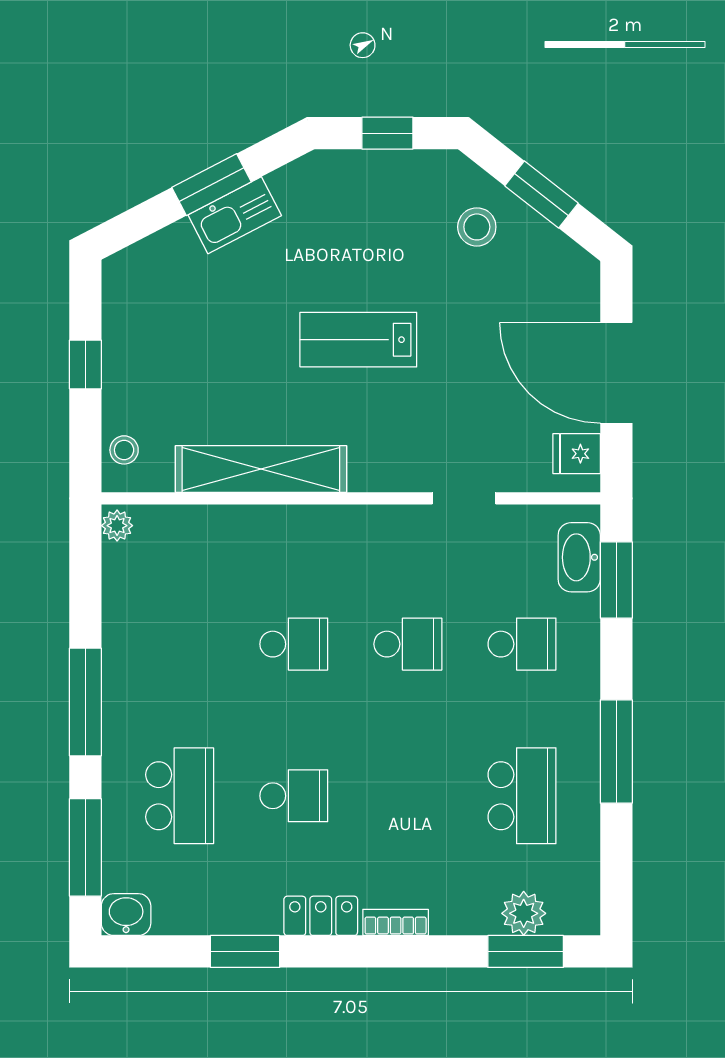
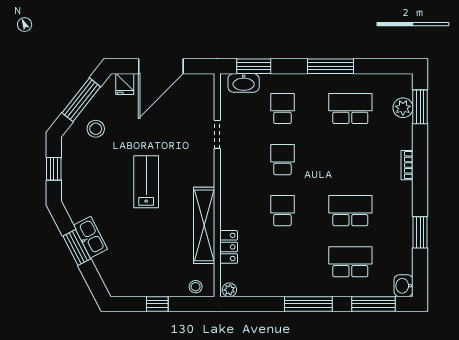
window: (541, 194) -> (81, 100), width x1.44
lab bench: (358, 340) -> (146, 182), turned 180
fridge: (577, 454) -> (125, 84), moved
school desk: (294, 796) -> (350, 211), width x1.85
locker: (321, 916) -> (229, 247), moved, turned 180

